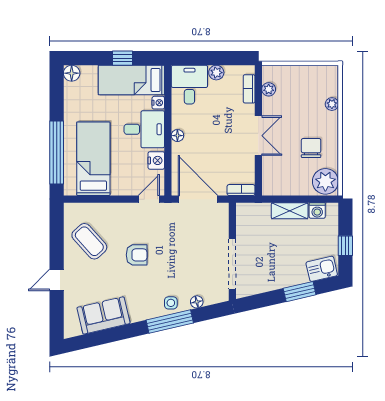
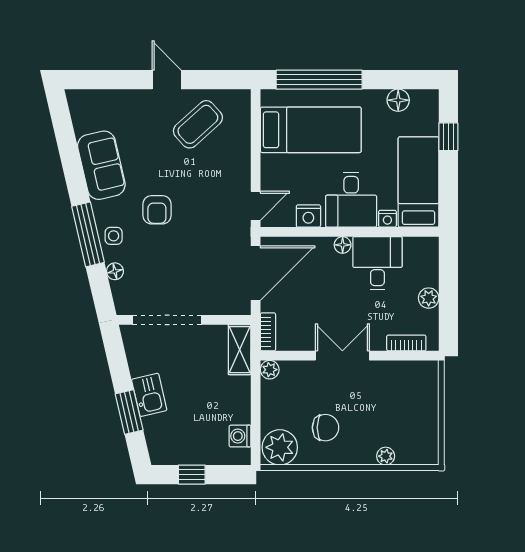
window: (123, 58) -> (448, 137), moved
floor lamp: (72, 73) -> (398, 100), moved
desk: (189, 85) -> (377, 263), moved, turned -90
plant: (269, 89) -> (270, 370), moved
double door: (258, 136) -> (342, 356), swing flipped
door: (149, 199) -> (256, 206), hinge flipped
shelving: (290, 211) -> (240, 350), moved
armchair: (137, 255) -> (157, 210), moved
kitchen sink: (322, 269) -> (149, 395), moved
door: (57, 280) -> (167, 80), moved
sofa: (103, 315) -> (101, 165), moved

